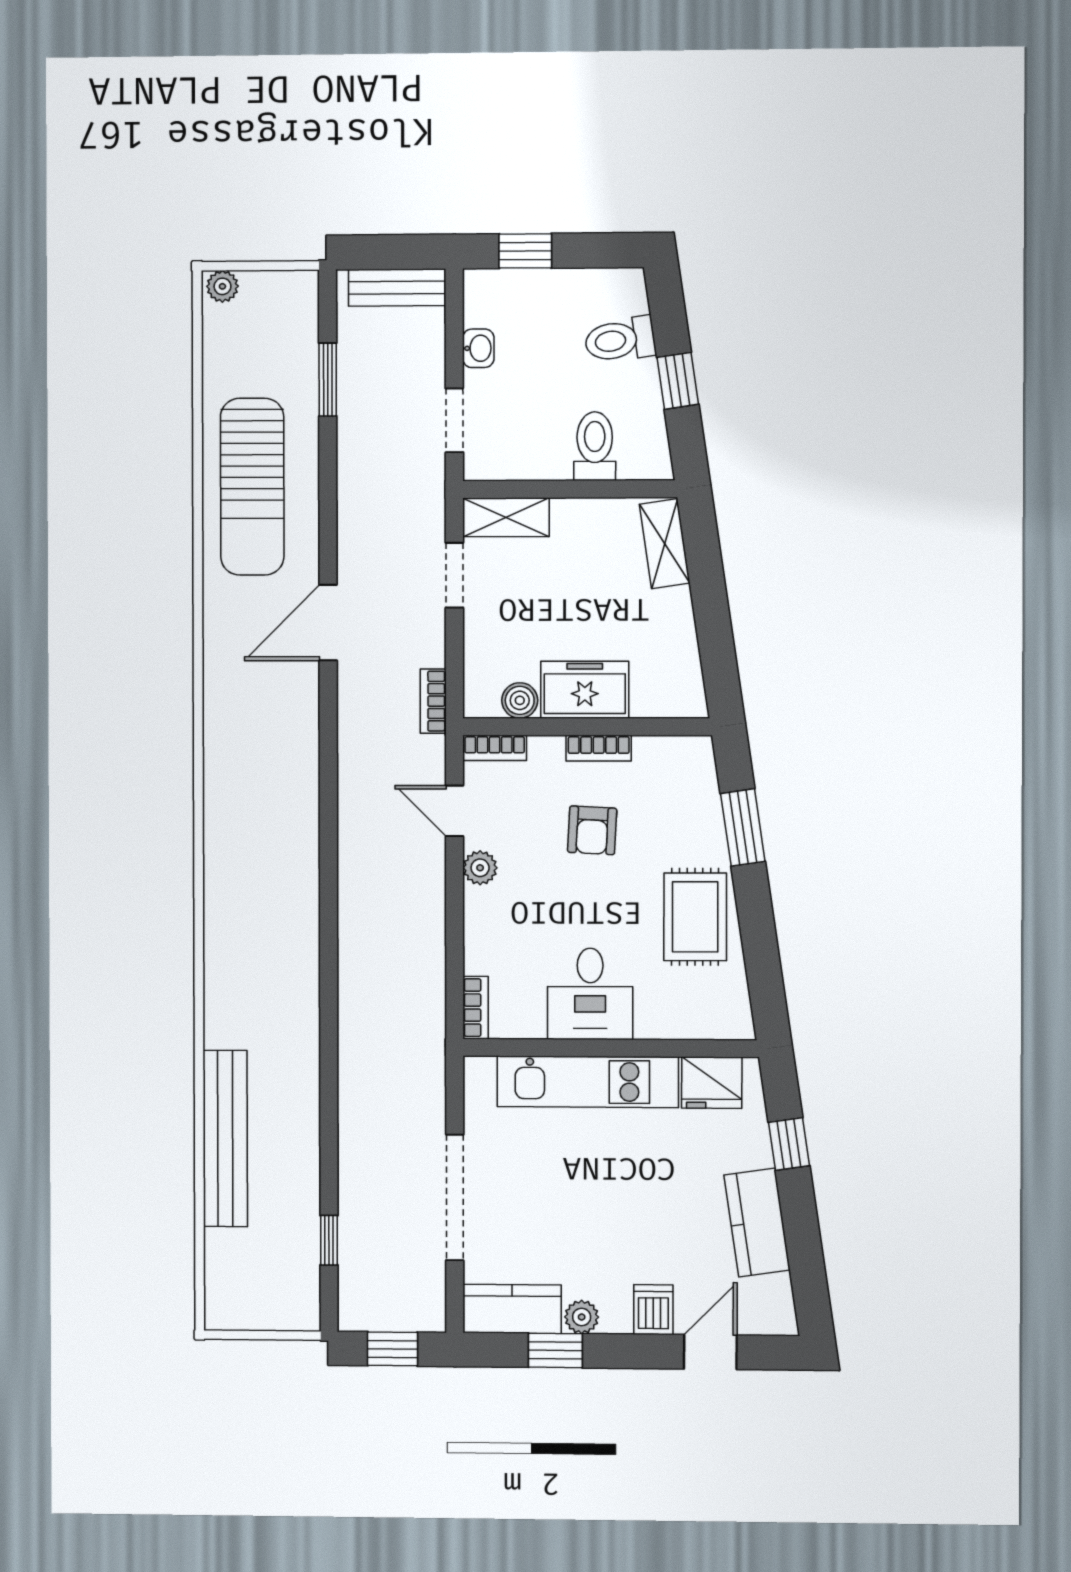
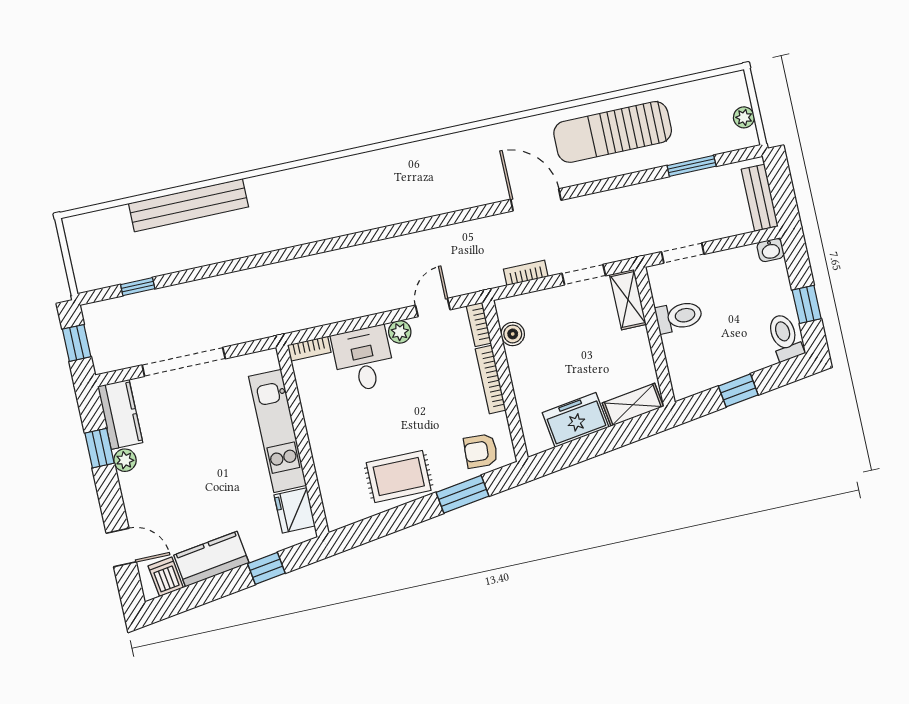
window: (525, 251) -> (807, 304), moved
plant: (222, 286) -> (744, 117), moved
toilet: (620, 340) -> (785, 337), moved
washbasin: (478, 348) -> (771, 250), moved
toilet: (595, 446) -> (679, 317), moved
freezer: (585, 690) -> (576, 420), moved, turned -98
bookcase: (433, 701) -> (526, 273), moved
bookcase: (599, 748) -> (491, 379), width x1.56
armchair: (592, 830) -> (481, 451), moved
desk: (590, 994) -> (363, 359), moved, turned 90
dishwasher: (653, 1310) -> (166, 577), moved, turned -98

